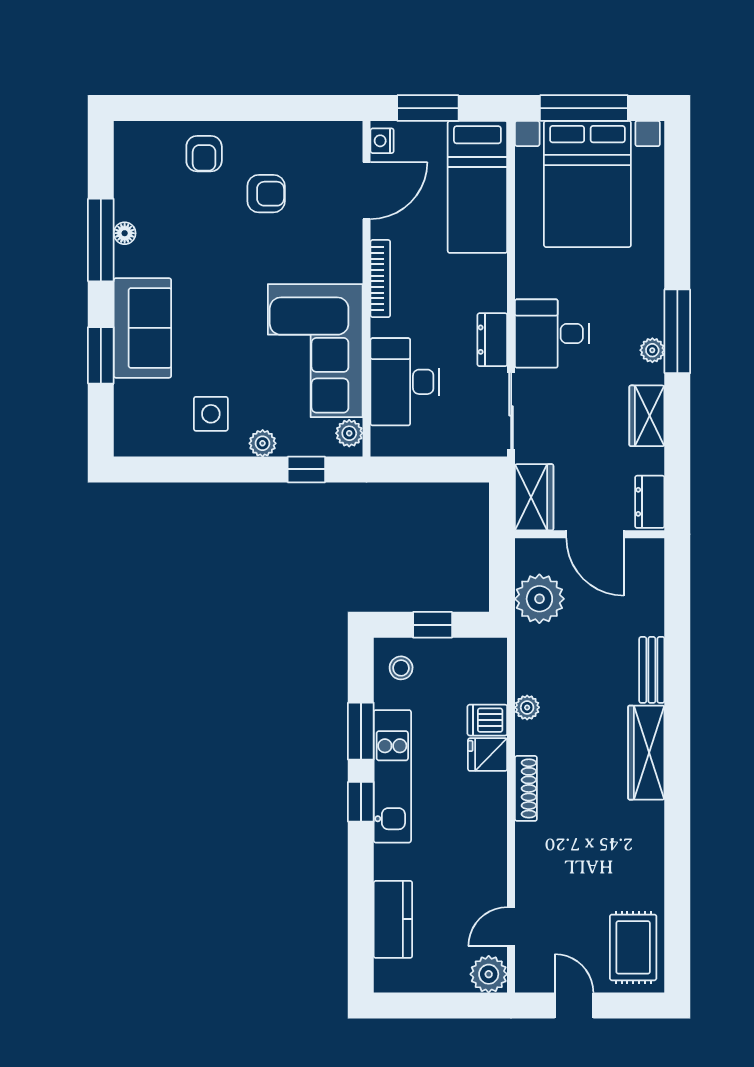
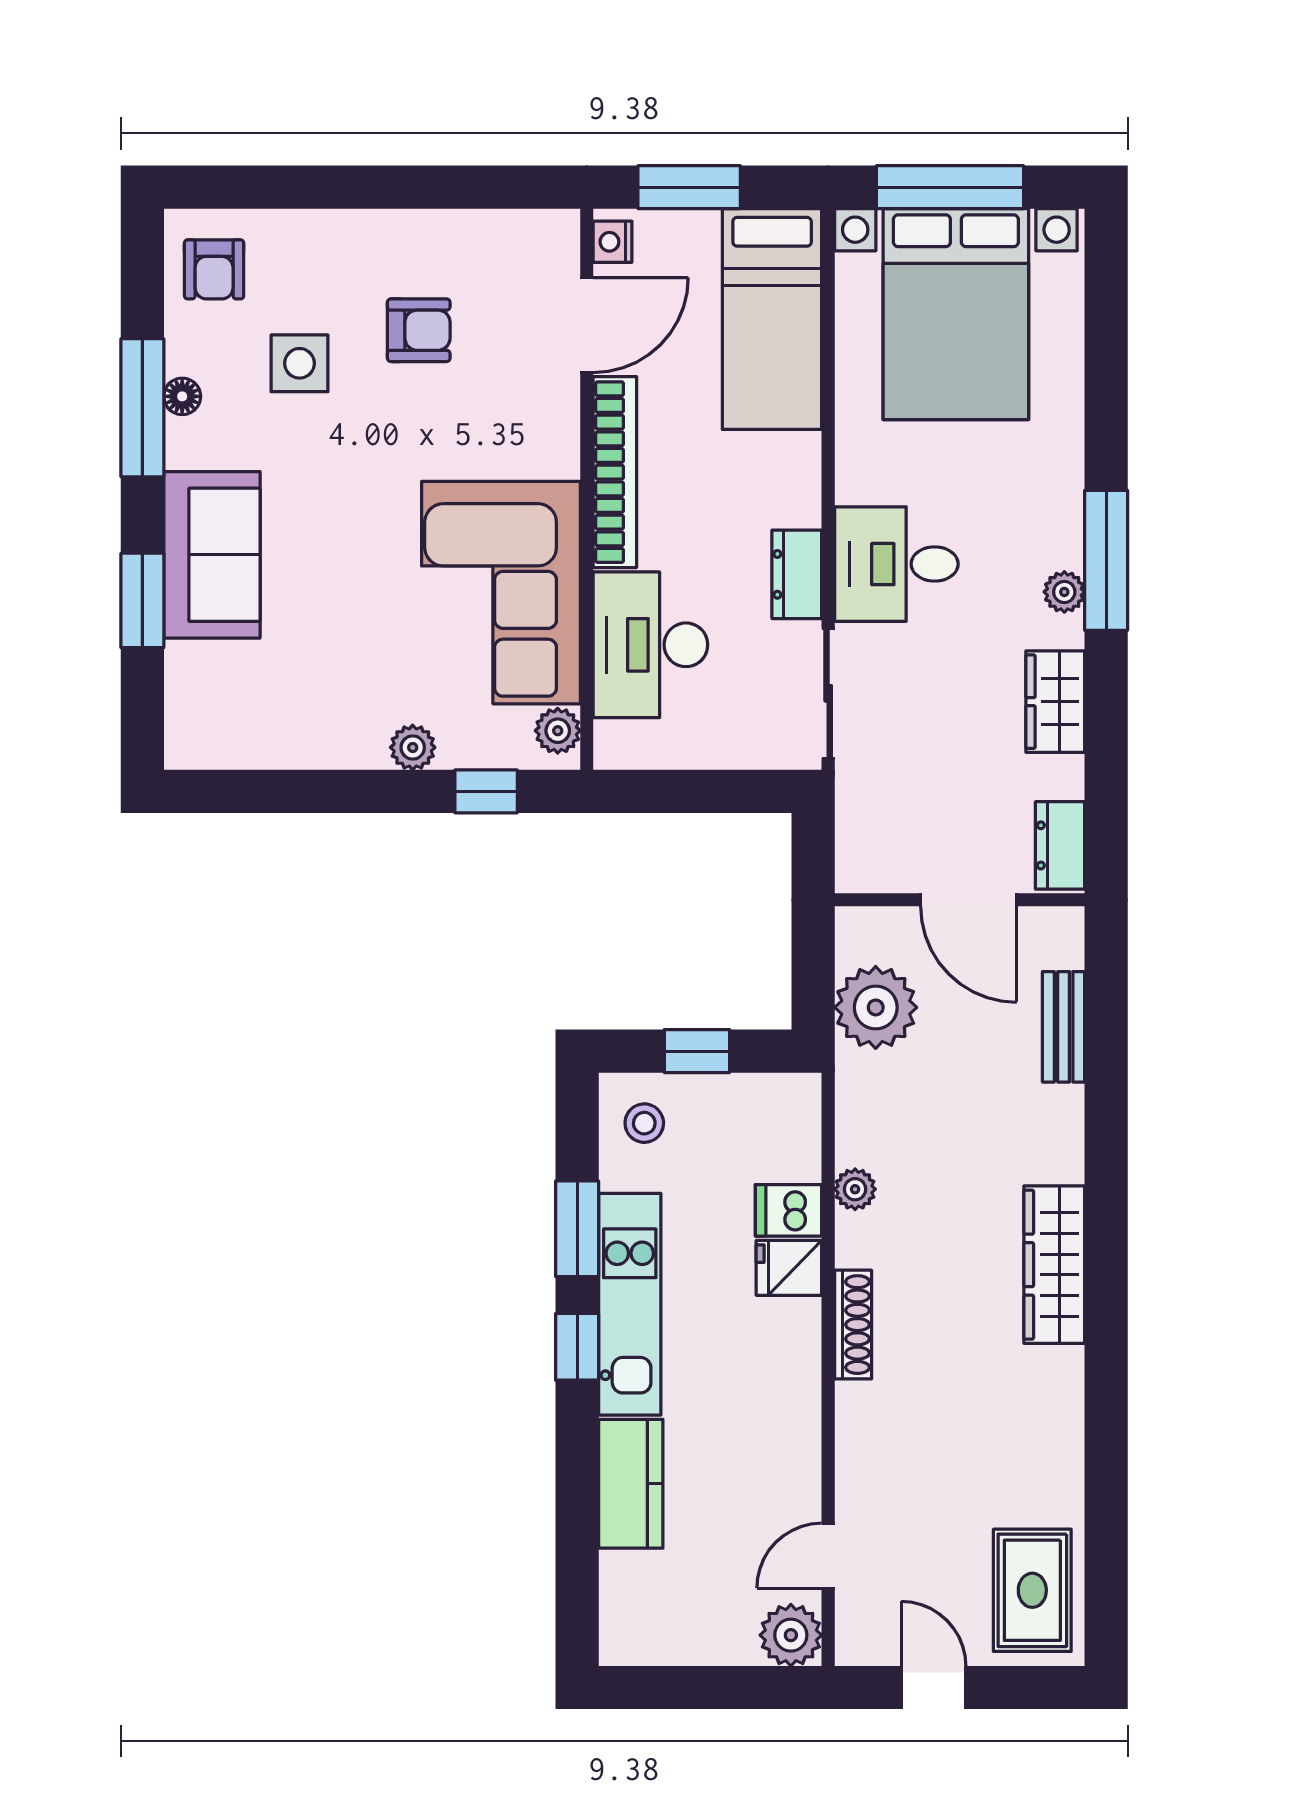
armchair: (204, 154) -> (214, 269), moved
bookcase: (380, 279) -> (615, 472), width x1.48, depth x1.31
side table: (211, 414) -> (299, 363), moved
wardrobe: (534, 497) -> (867, 838), removed
bench: (652, 670) -> (1064, 1027), moved
kitchen counter: (393, 919) -> (631, 1484), moved

